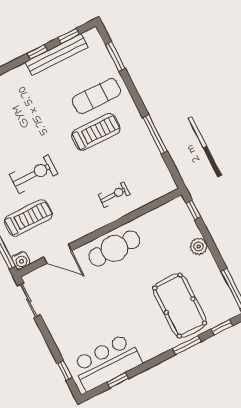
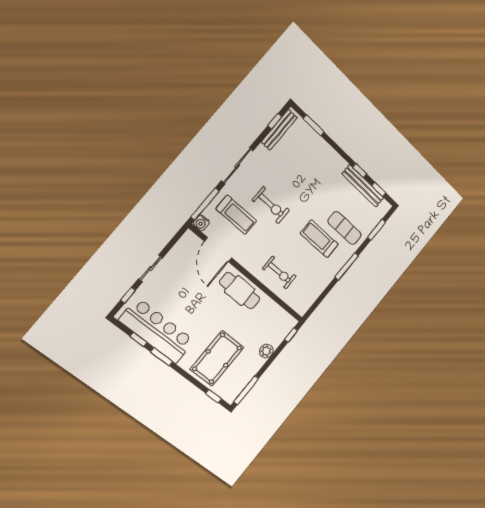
treadmill: (96, 132) -> (319, 239), turned 180
window: (155, 134) -> (347, 266), moved
exercise bike: (114, 195) -> (279, 272), width x1.38, depth x1.39
door: (58, 254) -> (218, 250), width x1.36
sliding door: (29, 300) -> (151, 268), moved
window: (187, 345) -> (162, 357), moved
bar counter: (107, 362) -> (157, 331), width x1.36

